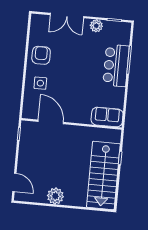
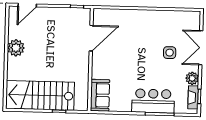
fireplace: (115, 26) -> (193, 97), added
armchair: (41, 55) -> (159, 24), removed
side table: (40, 83) -> (170, 53), moved

